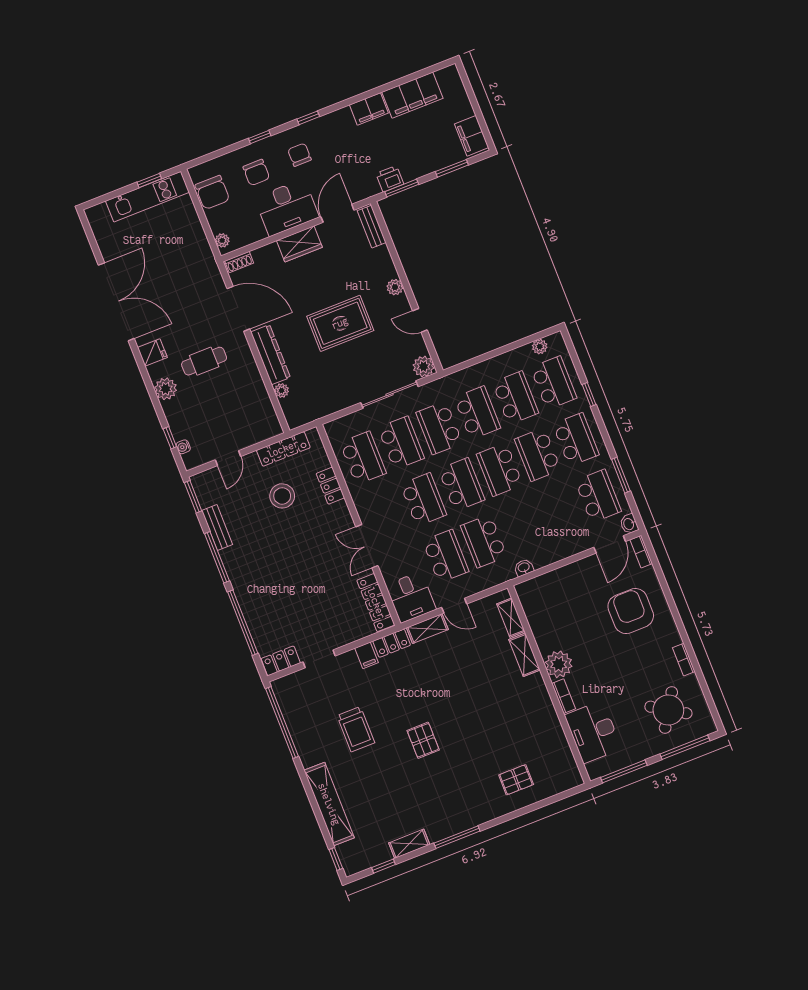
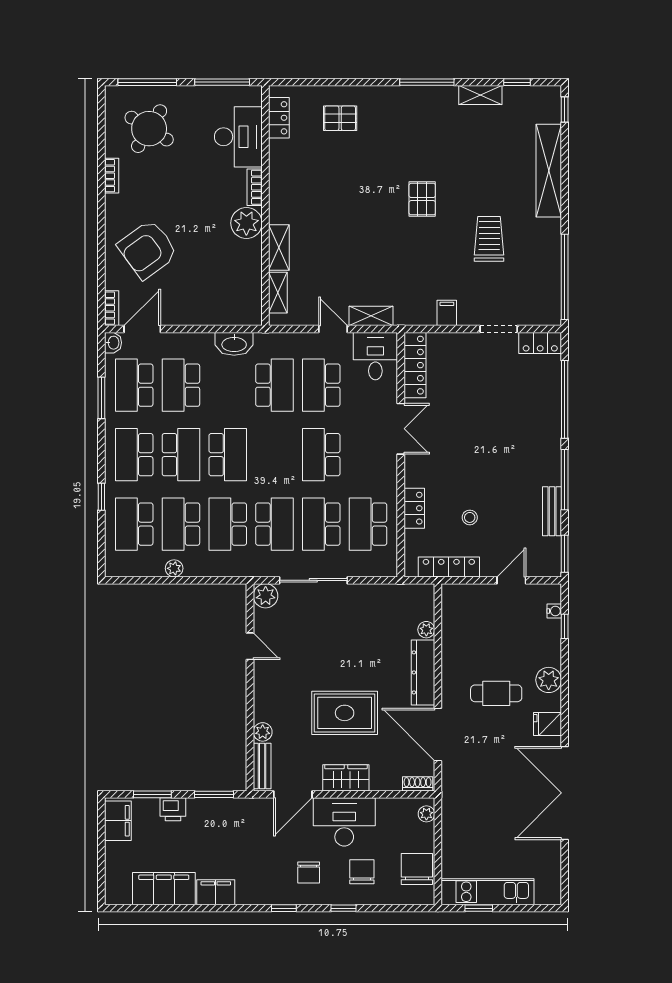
printer: (390, 179) -> (173, 809), moved
plant: (395, 287) -> (263, 732), moved
rug: (340, 323) -> (345, 713), moved
plant: (540, 347) -> (174, 568), moved
school desk: (461, 484) -> (181, 385), moved
stool: (282, 496) -> (470, 517), width x0.53, depth x0.53
washbasin: (524, 568) -> (234, 344), width x1.91, depth x1.45
armchair: (631, 611) -> (148, 249), turned 54
locker: (392, 643) -> (279, 118), moved, turned 90

